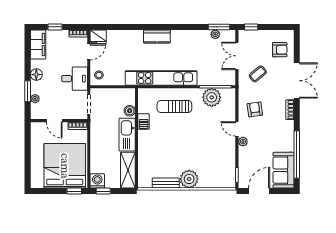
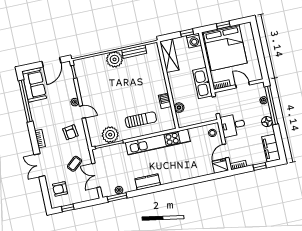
window: (251, 27) -> (68, 208), moved
kitchen counter: (157, 36) -> (148, 182), moved
double door: (237, 56) -> (96, 175), swing flipped
double door: (297, 81) -> (39, 165), width x0.73
window: (28, 91) -> (271, 105), width x2.11
kitchen sink: (127, 135) -> (203, 83), moved, turned 180
window: (74, 191) -> (223, 25), moved

